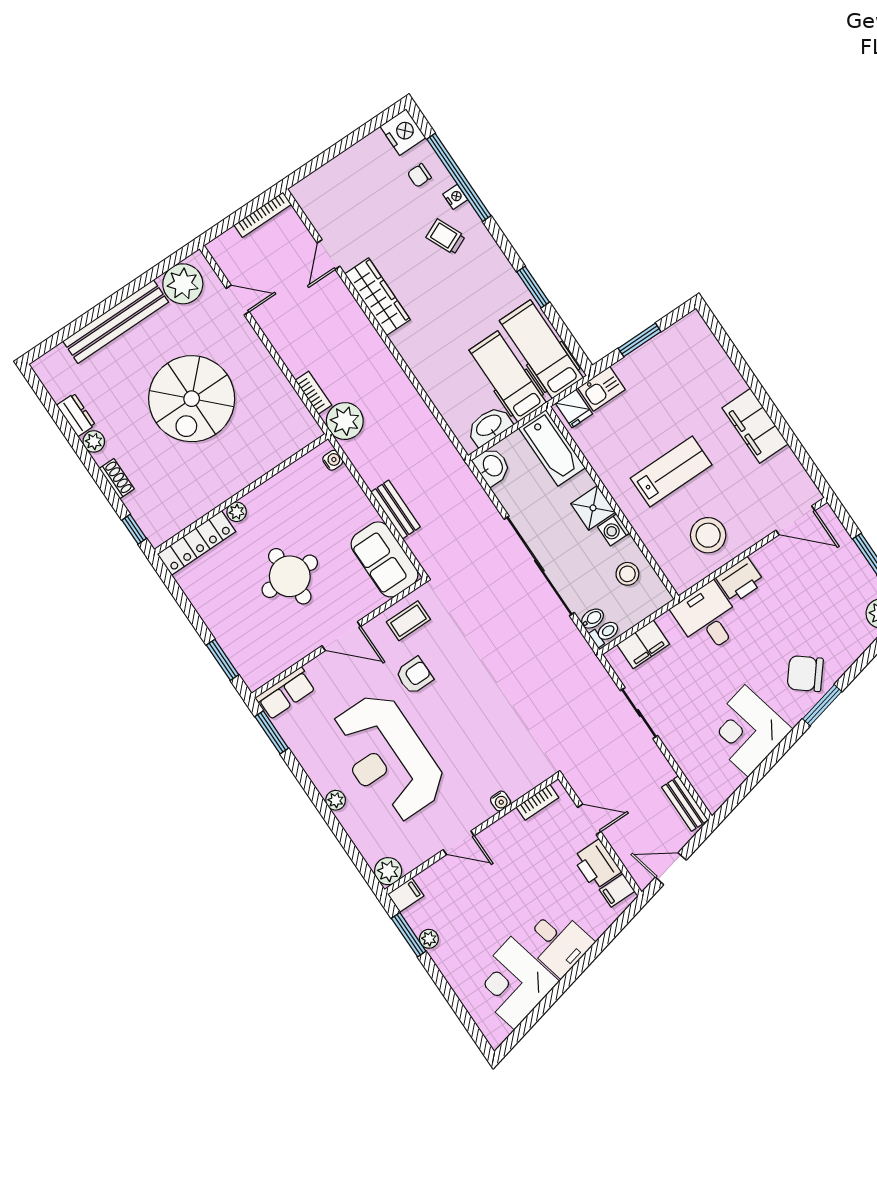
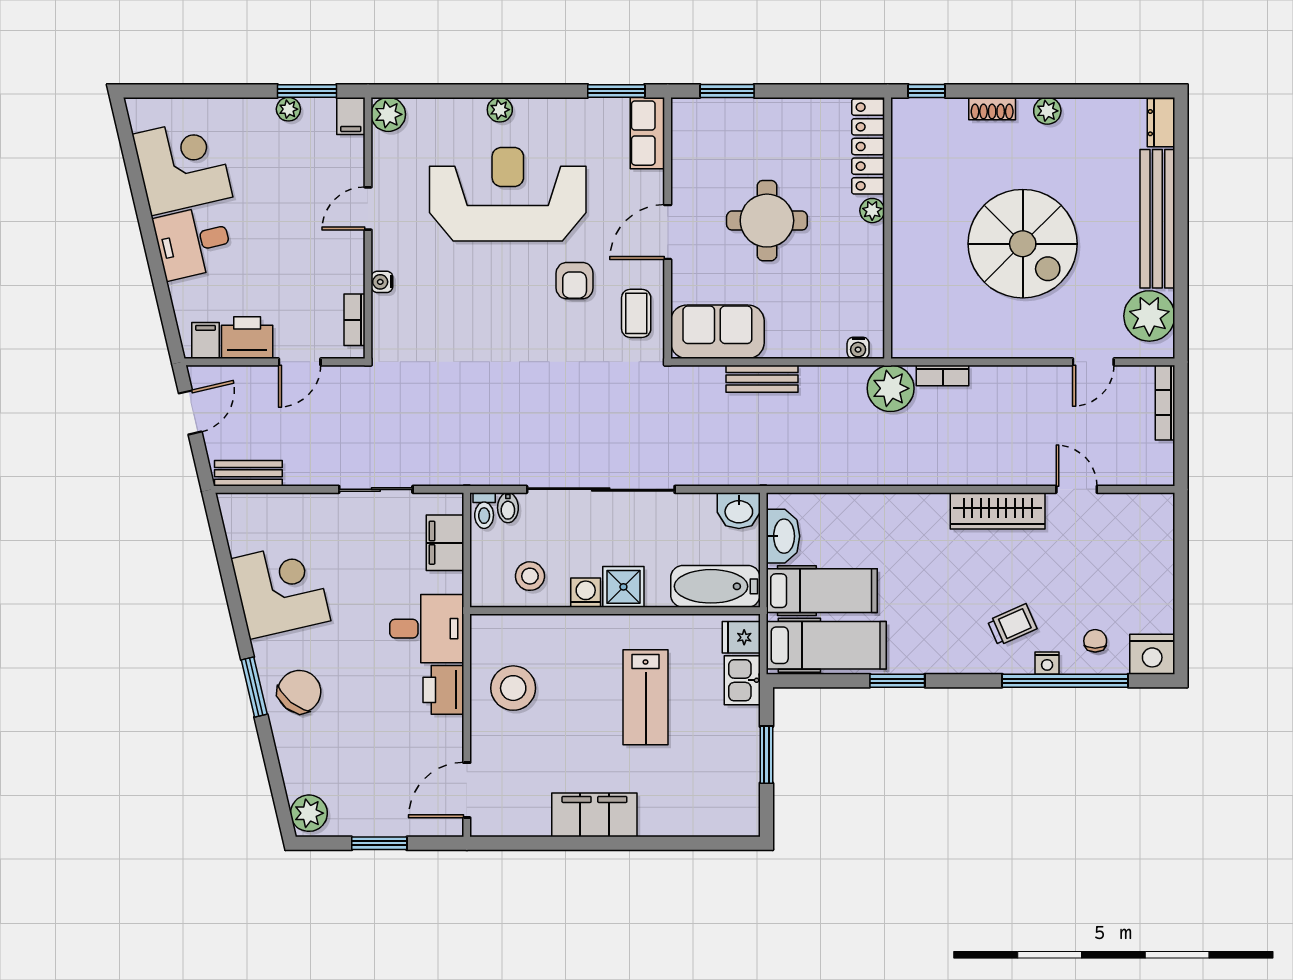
bookcase: (263, 215) -> (1165, 403), moved
spiral stairs: (192, 399) -> (1023, 244), turned 180
dresser: (76, 415) -> (1161, 123), moved, turned 90
lab bench: (671, 471) -> (646, 697), moved

